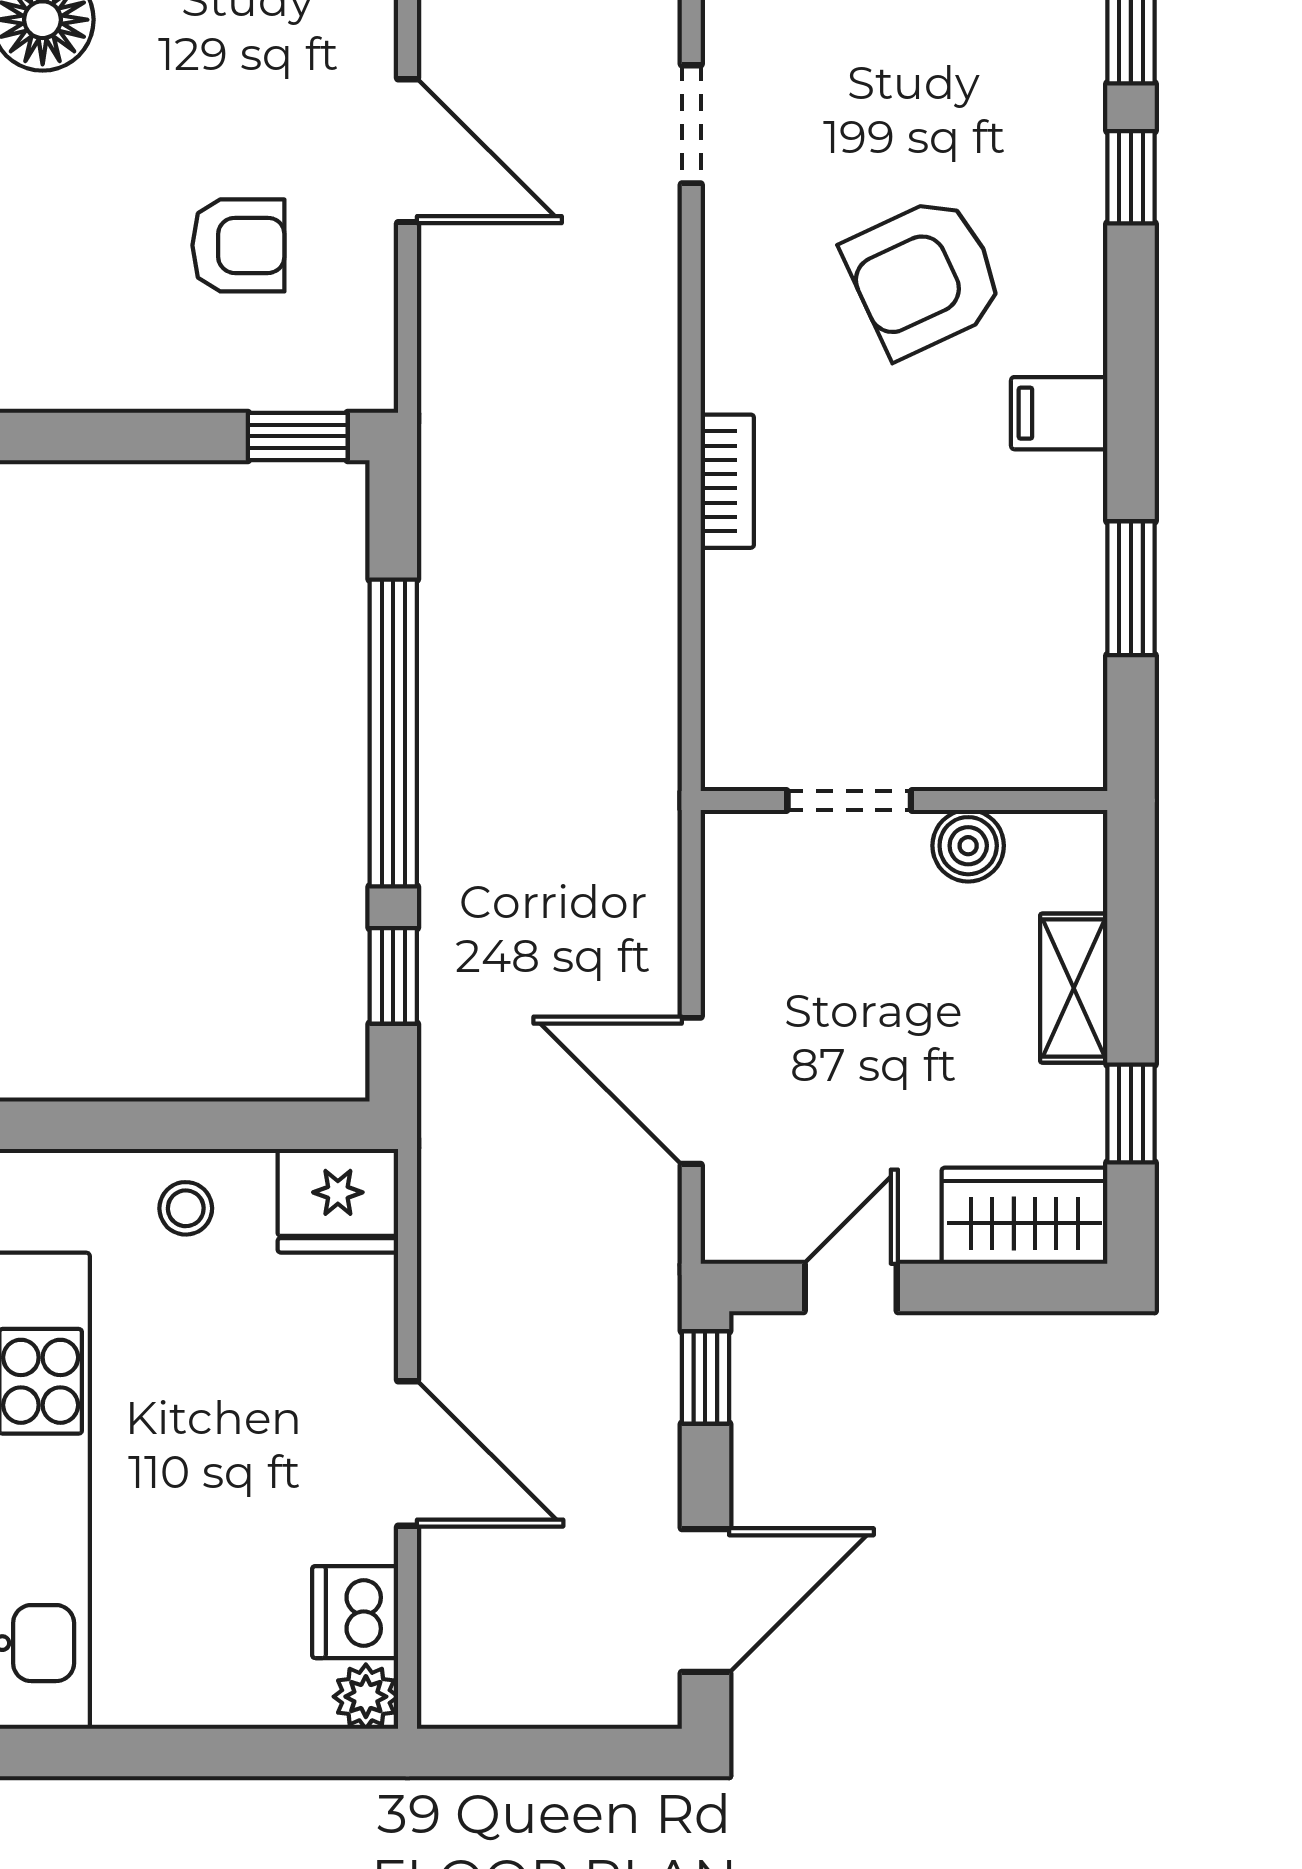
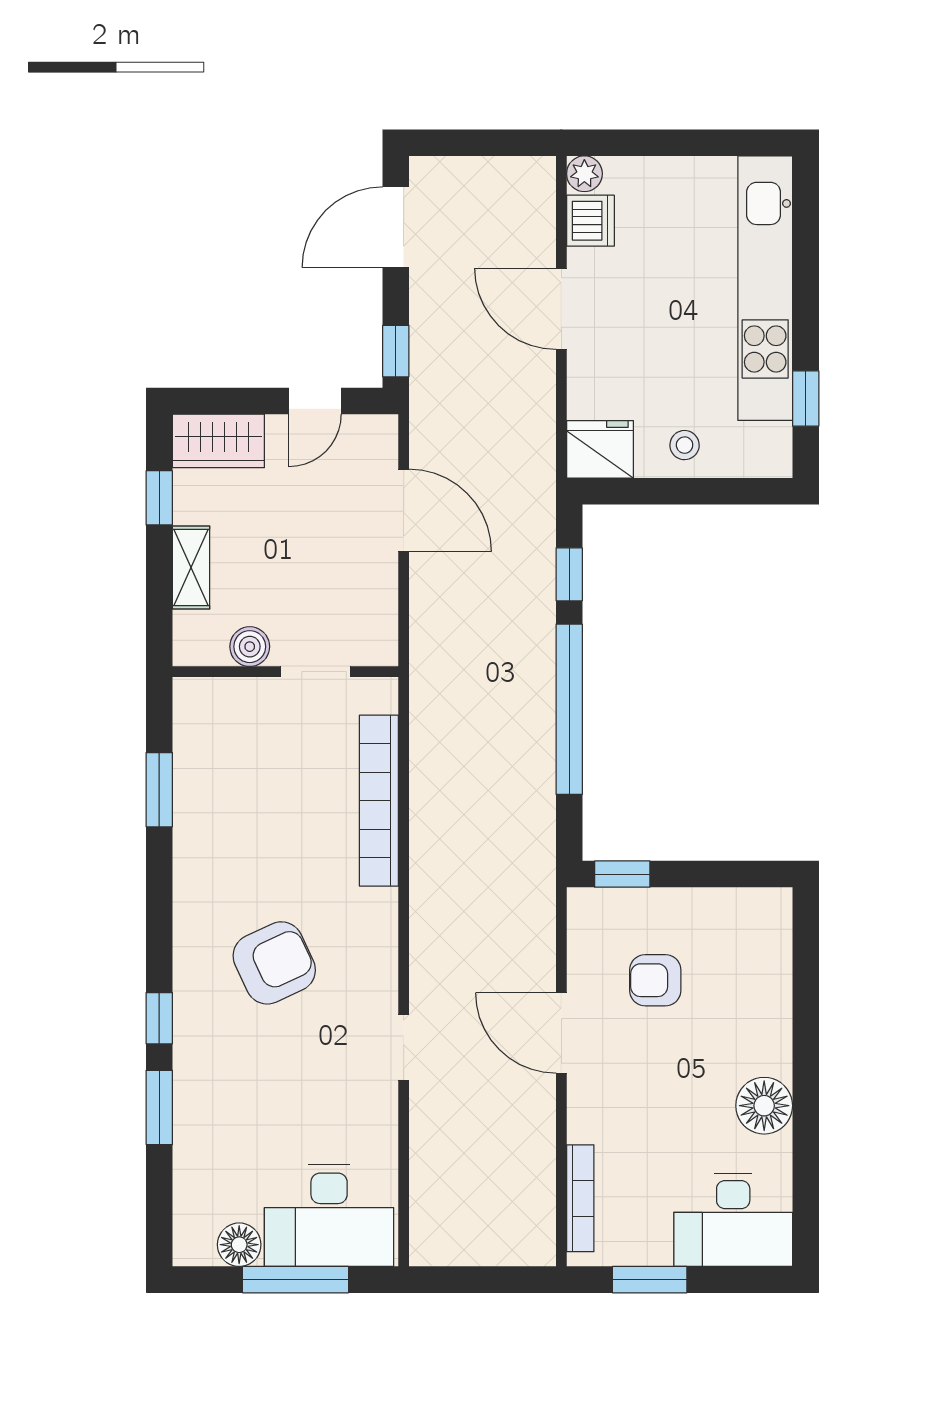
filing cabinet: (1059, 413) -> (199, 887), removed
bookcase: (727, 481) -> (379, 801), width x2.31, depth x1.31

